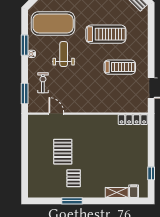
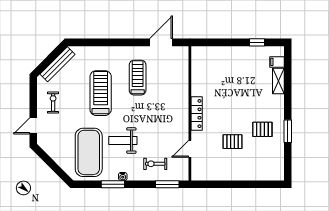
locker: (133, 120) -> (197, 114), moved
pallet: (63, 152) -> (233, 142), width x0.67, depth x0.71

